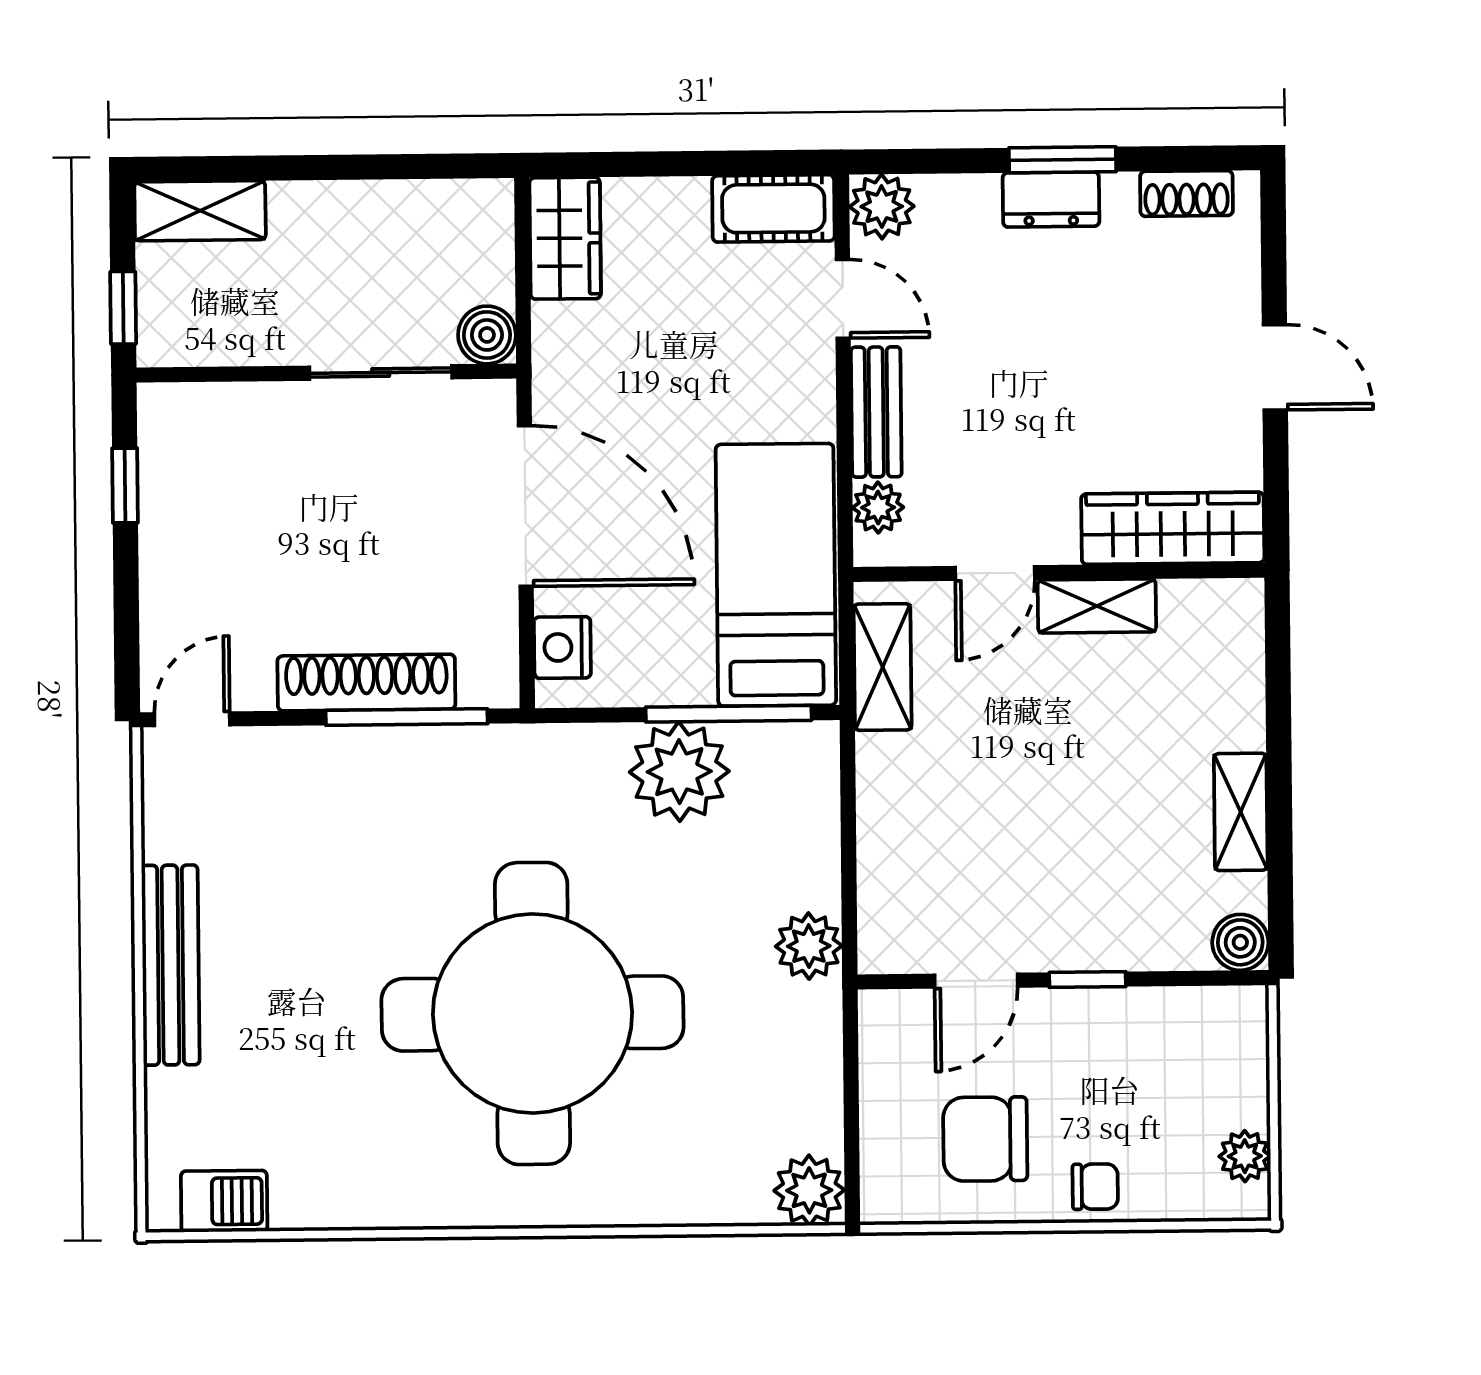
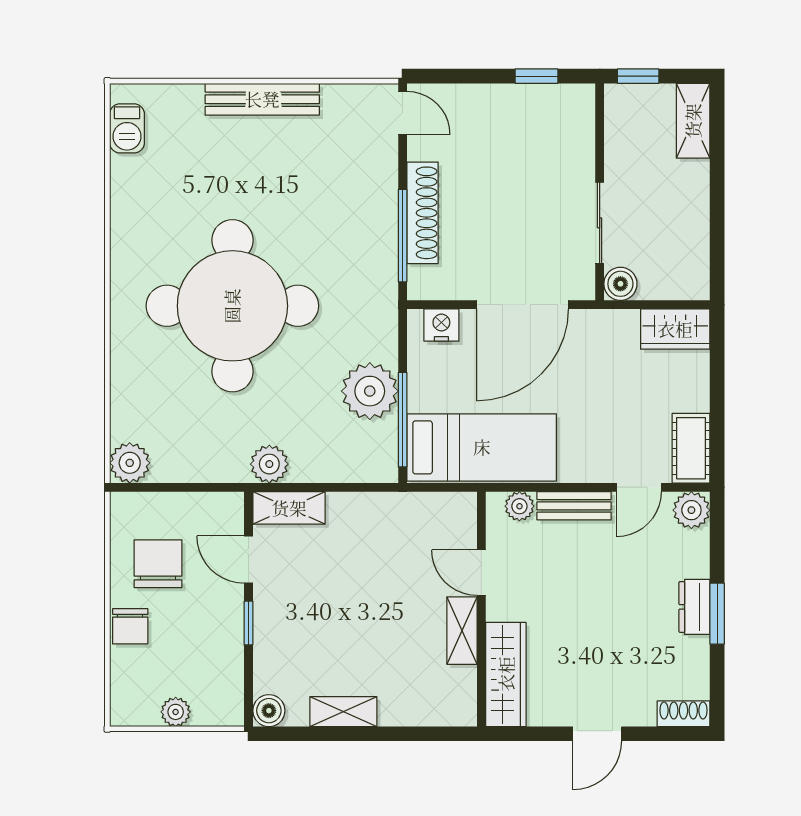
shoe rack: (1186, 193) -> (683, 714), moved, turned 90
shelving: (883, 667) -> (289, 508), moved
plant: (1245, 1156) -> (176, 712), moved
chair: (1095, 1187) -> (130, 626), width x1.37, depth x1.37

